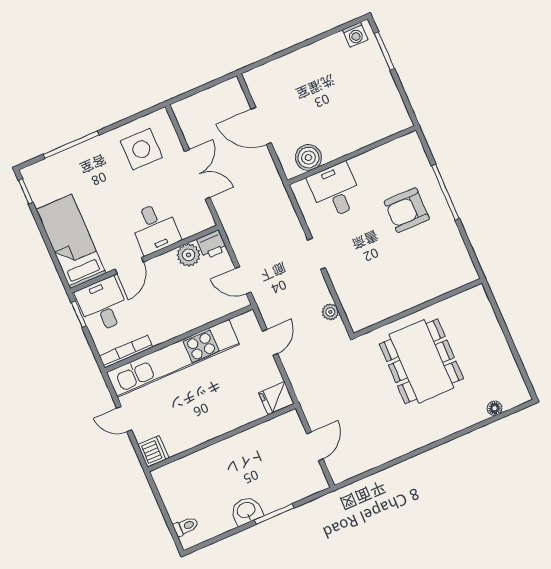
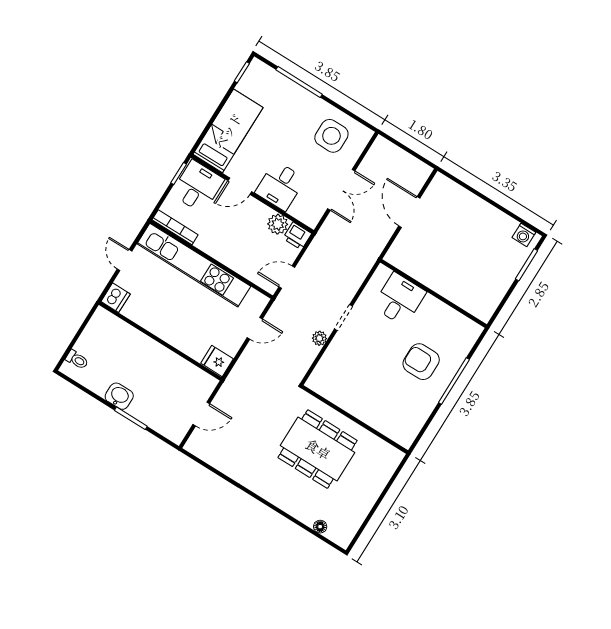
boiler: (308, 158) -> (410, 263), removed
door: (243, 280) -> (287, 277), hinge flipped
plant: (330, 312) -> (319, 338), moved
dining table: (421, 361) -> (318, 449), turned 90

